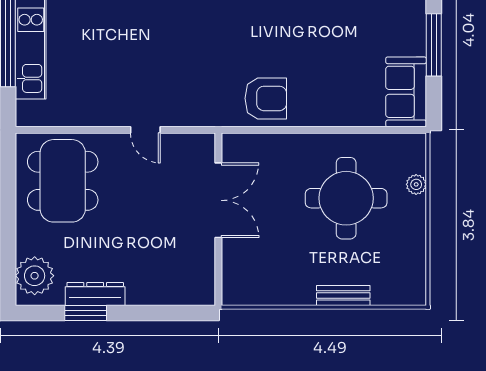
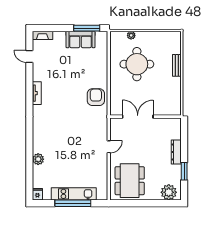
window: (434, 45) -> (87, 28), moved
sofa: (406, 92) -> (81, 39), moved
dining table: (63, 181) -> (130, 181), turned 90
dresser: (95, 294) -> (176, 152), moved

